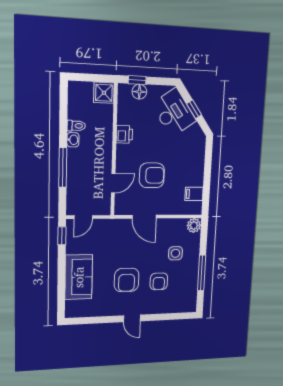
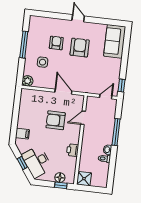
filing cabinet: (194, 194) -> (22, 134), moved
sofa: (79, 277) -> (115, 41), moved

